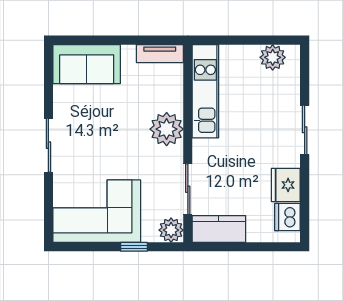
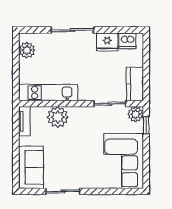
plant: (167, 129) -> (58, 117), moved
sliding door: (305, 130) -> (72, 30), width x1.37
sliding door: (48, 145) -> (63, 191), moved
window: (134, 247) -> (146, 125), moved

